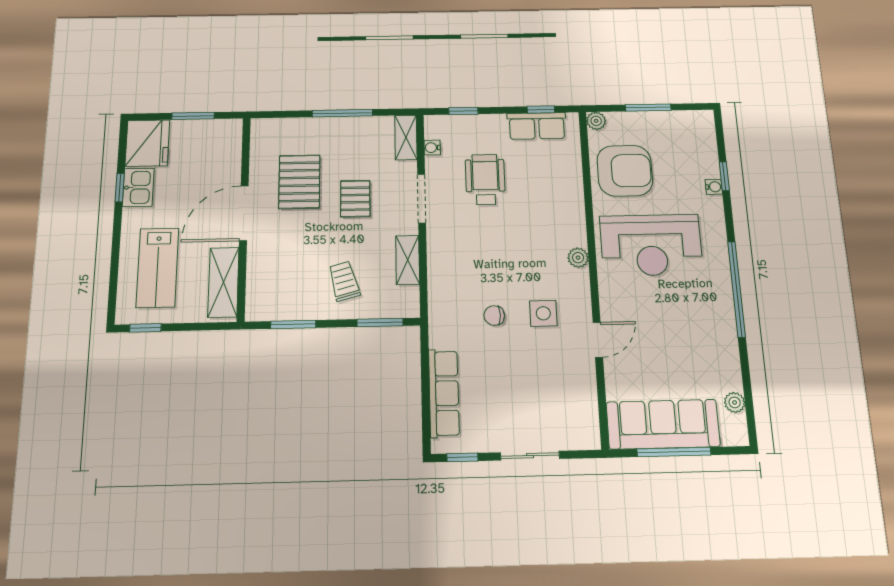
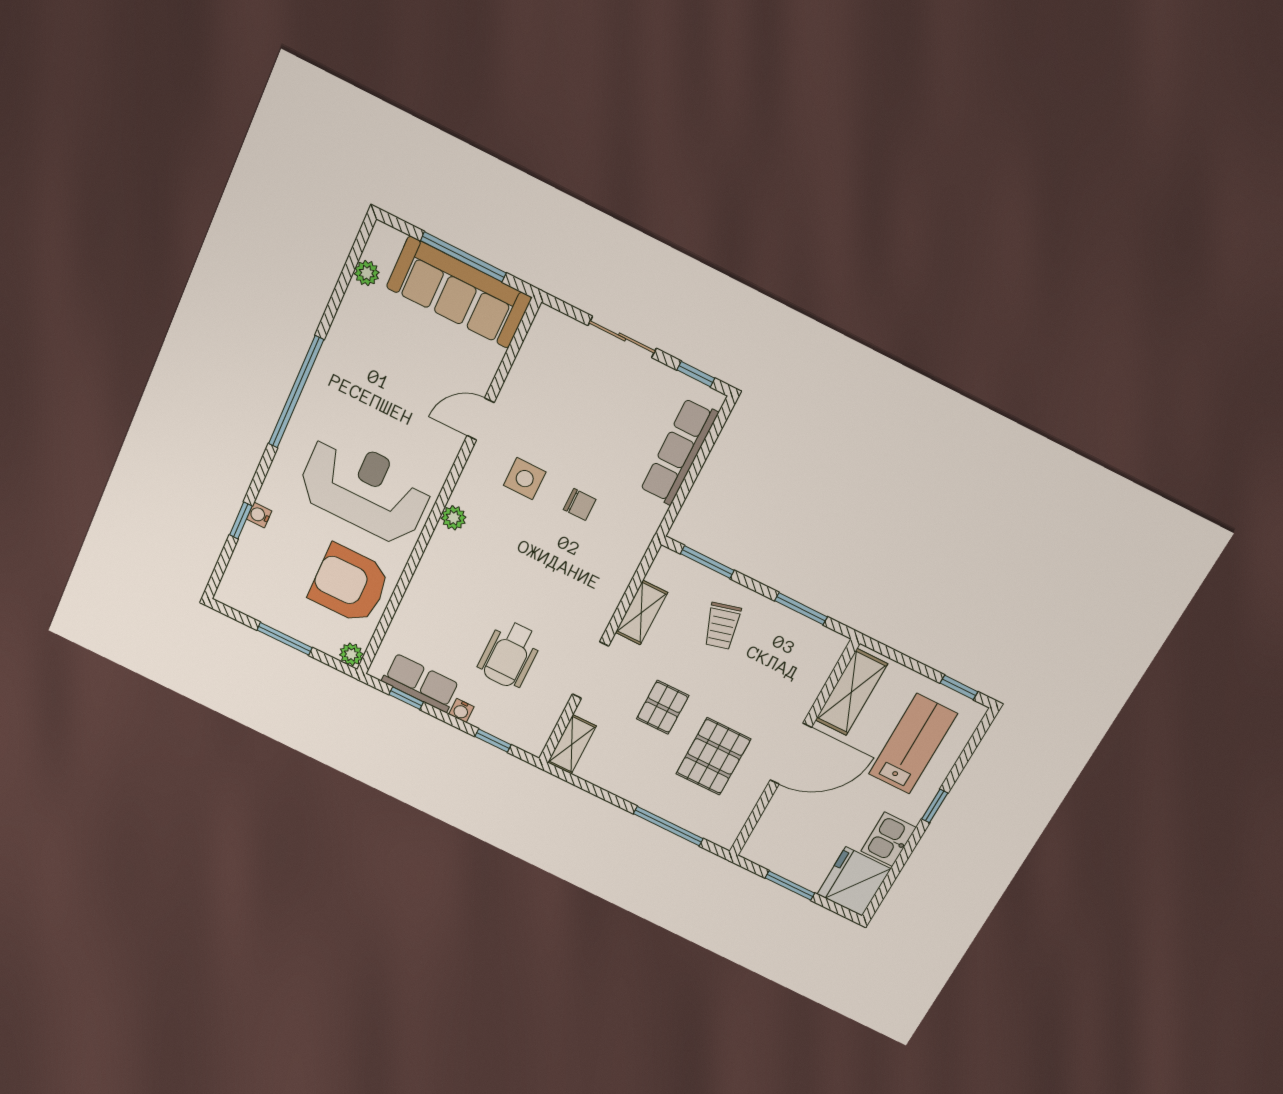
window: (342, 113) -> (668, 826), moved
water cooler: (432, 148) -> (461, 710), moved, turned 90
window: (120, 187) -> (935, 806), moved

